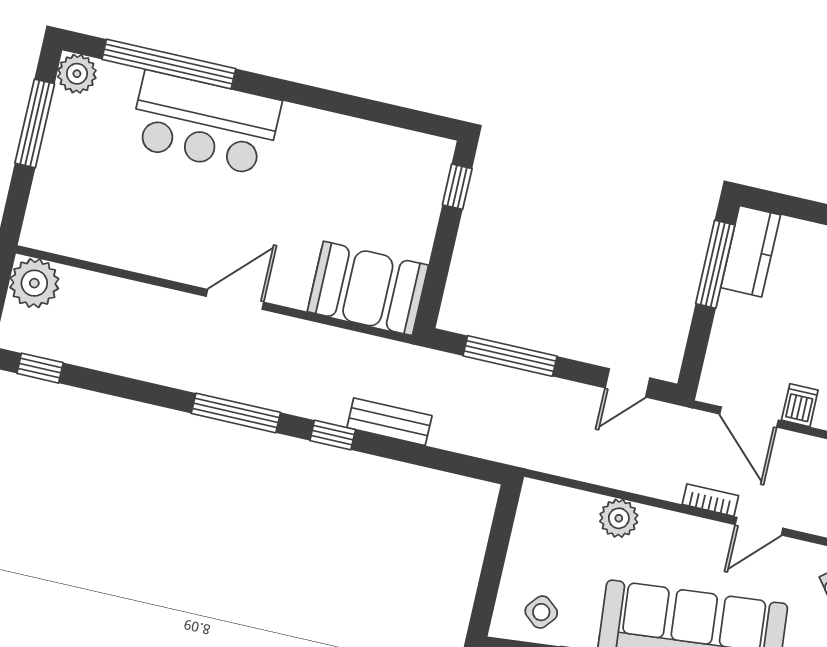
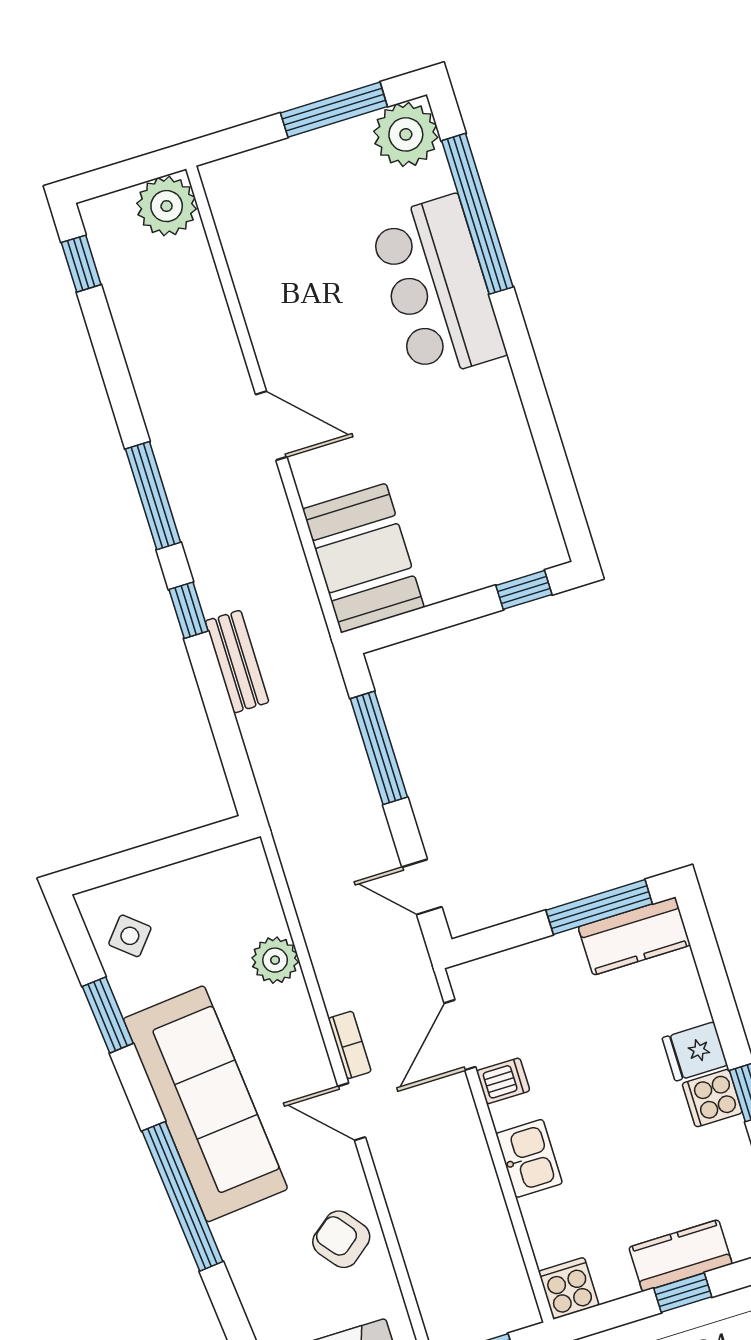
plant: (77, 74) -> (406, 134), width x1.36, depth x1.36

